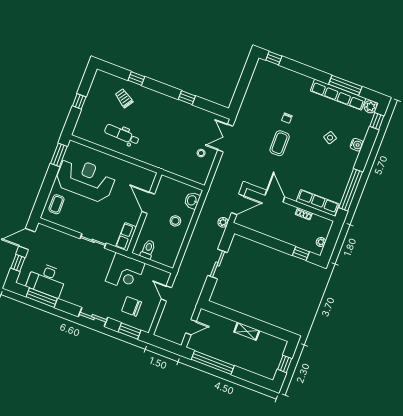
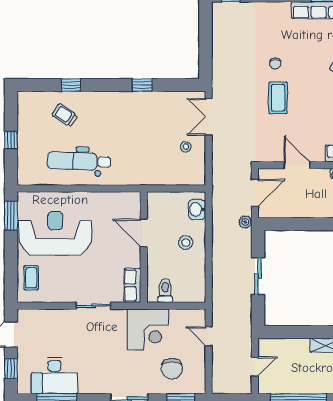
dental chair: (122, 135) -> (79, 161), width x1.36, depth x1.38
chair: (132, 306) -> (172, 369), turned -90

